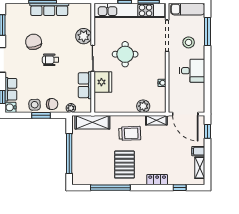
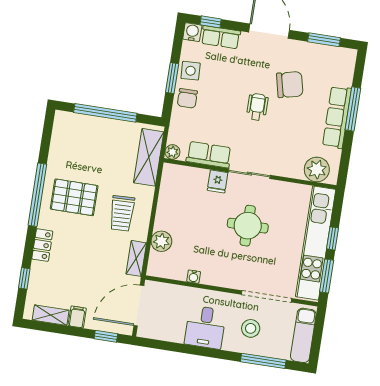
plant: (84, 36) -> (317, 169), moved
fridge: (103, 82) -> (218, 181), width x0.53, depth x0.75
plant: (71, 108) -> (172, 152), moved
window: (110, 188) -> (37, 195), moved

